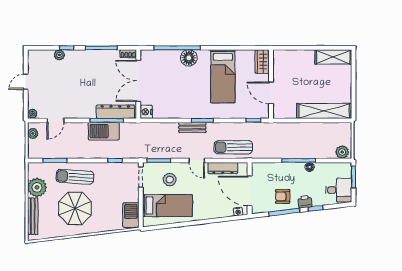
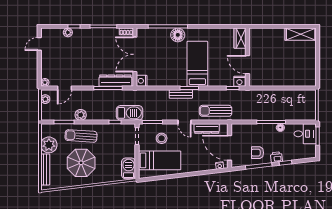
bed: (223, 76) -> (197, 64), moved, turned 180
door: (26, 82) -> (39, 44), moved
shelving: (324, 111) -> (293, 80), removed
nightstand: (261, 112) -> (239, 81), added
barbecue: (104, 131) -> (130, 113), moved, turned 180
plant: (342, 152) -> (81, 115), moved
desk: (339, 190) -> (305, 134), moved

